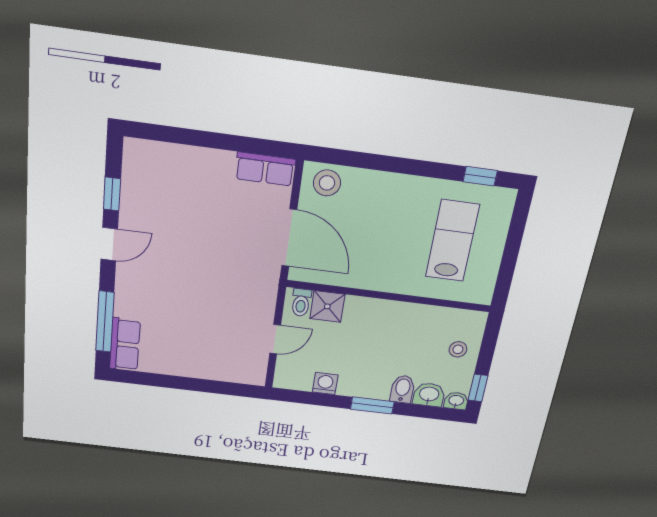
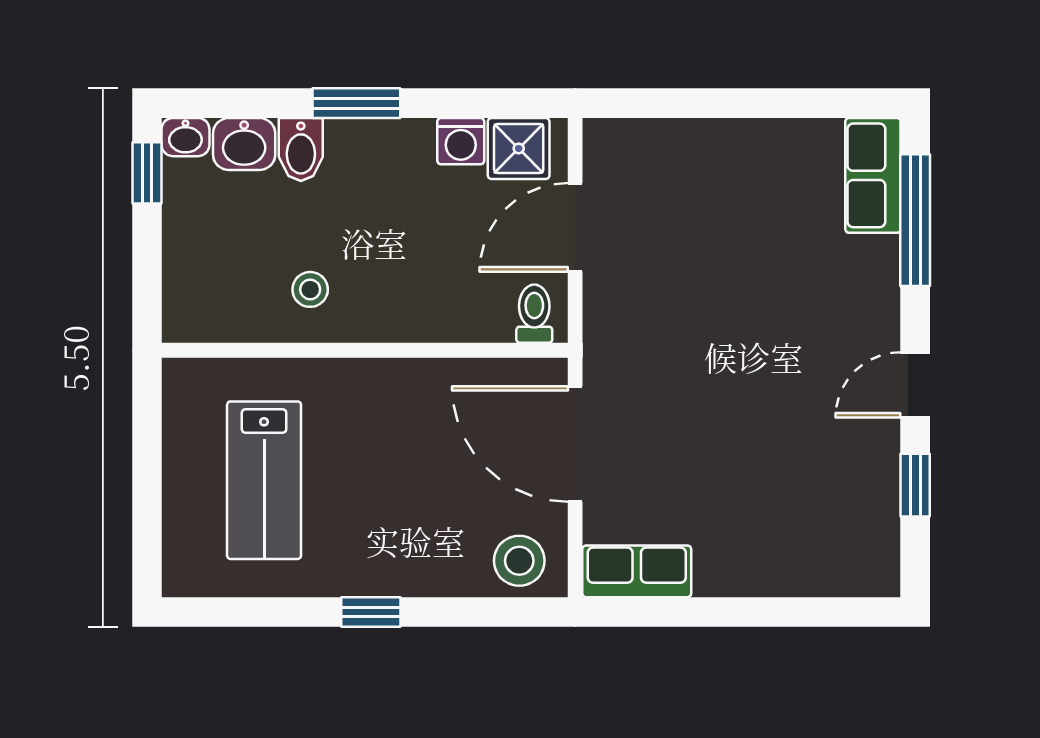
window: (480, 176) -> (371, 612), moved
shower: (327, 306) -> (519, 148), moved
door: (275, 339) -> (575, 227), width x1.38
stool: (458, 349) -> (310, 289), moved

